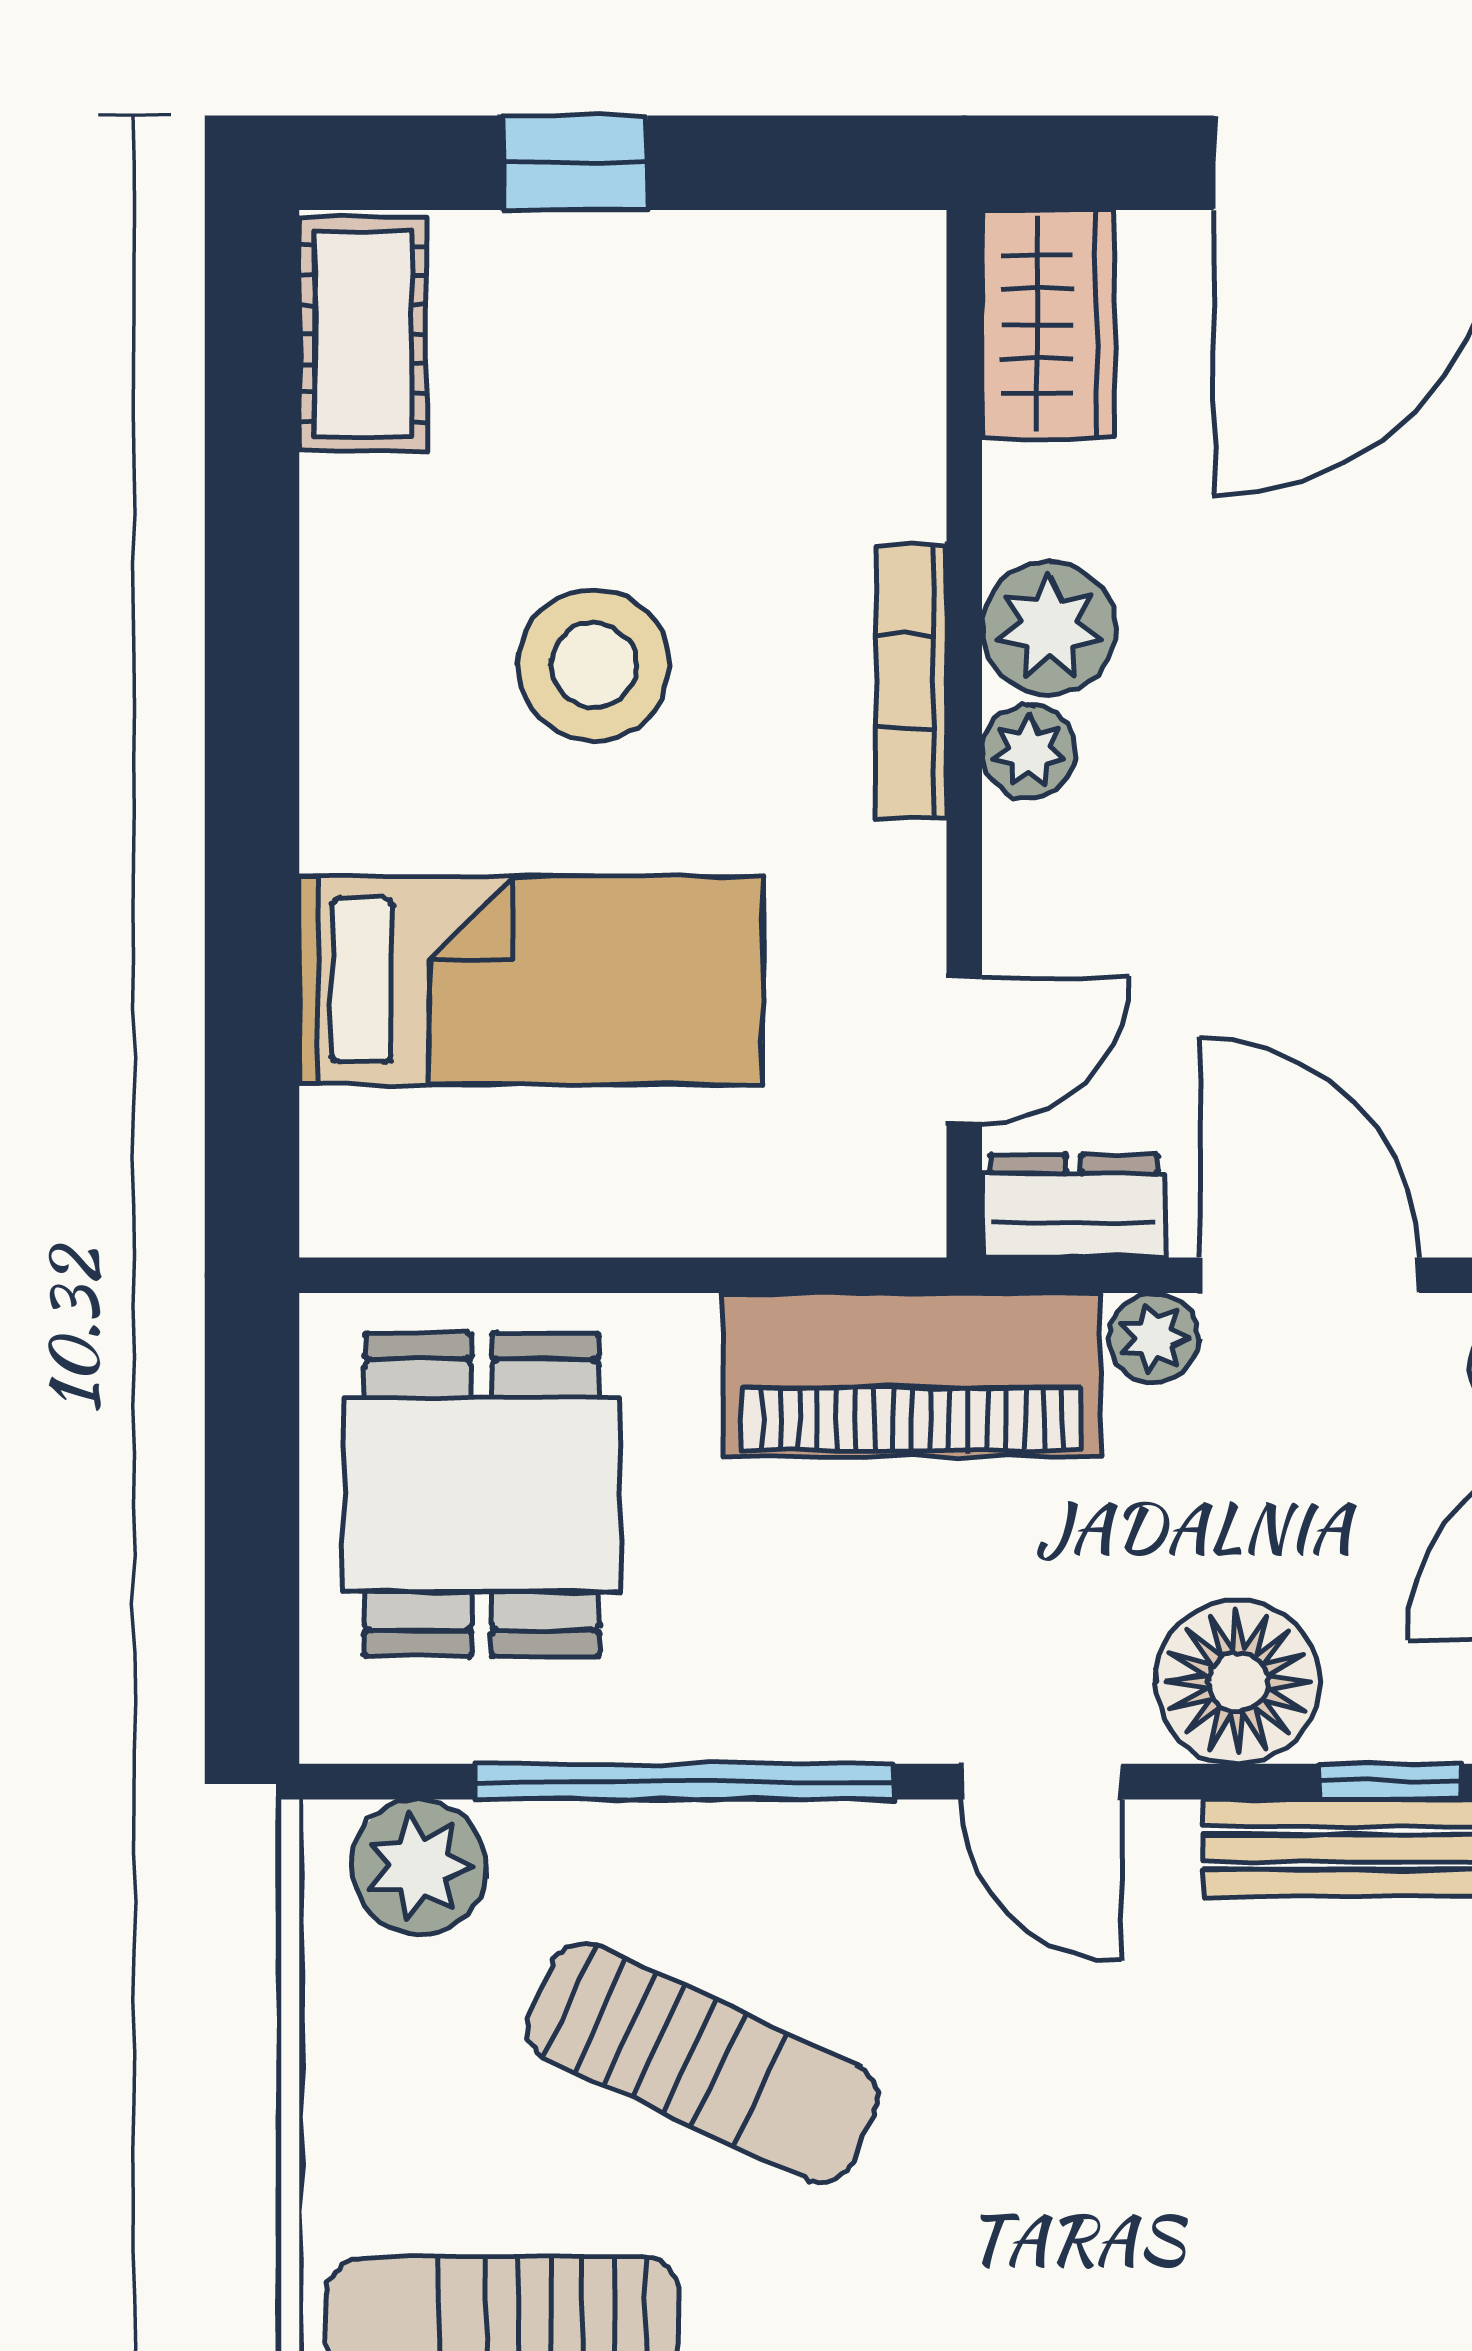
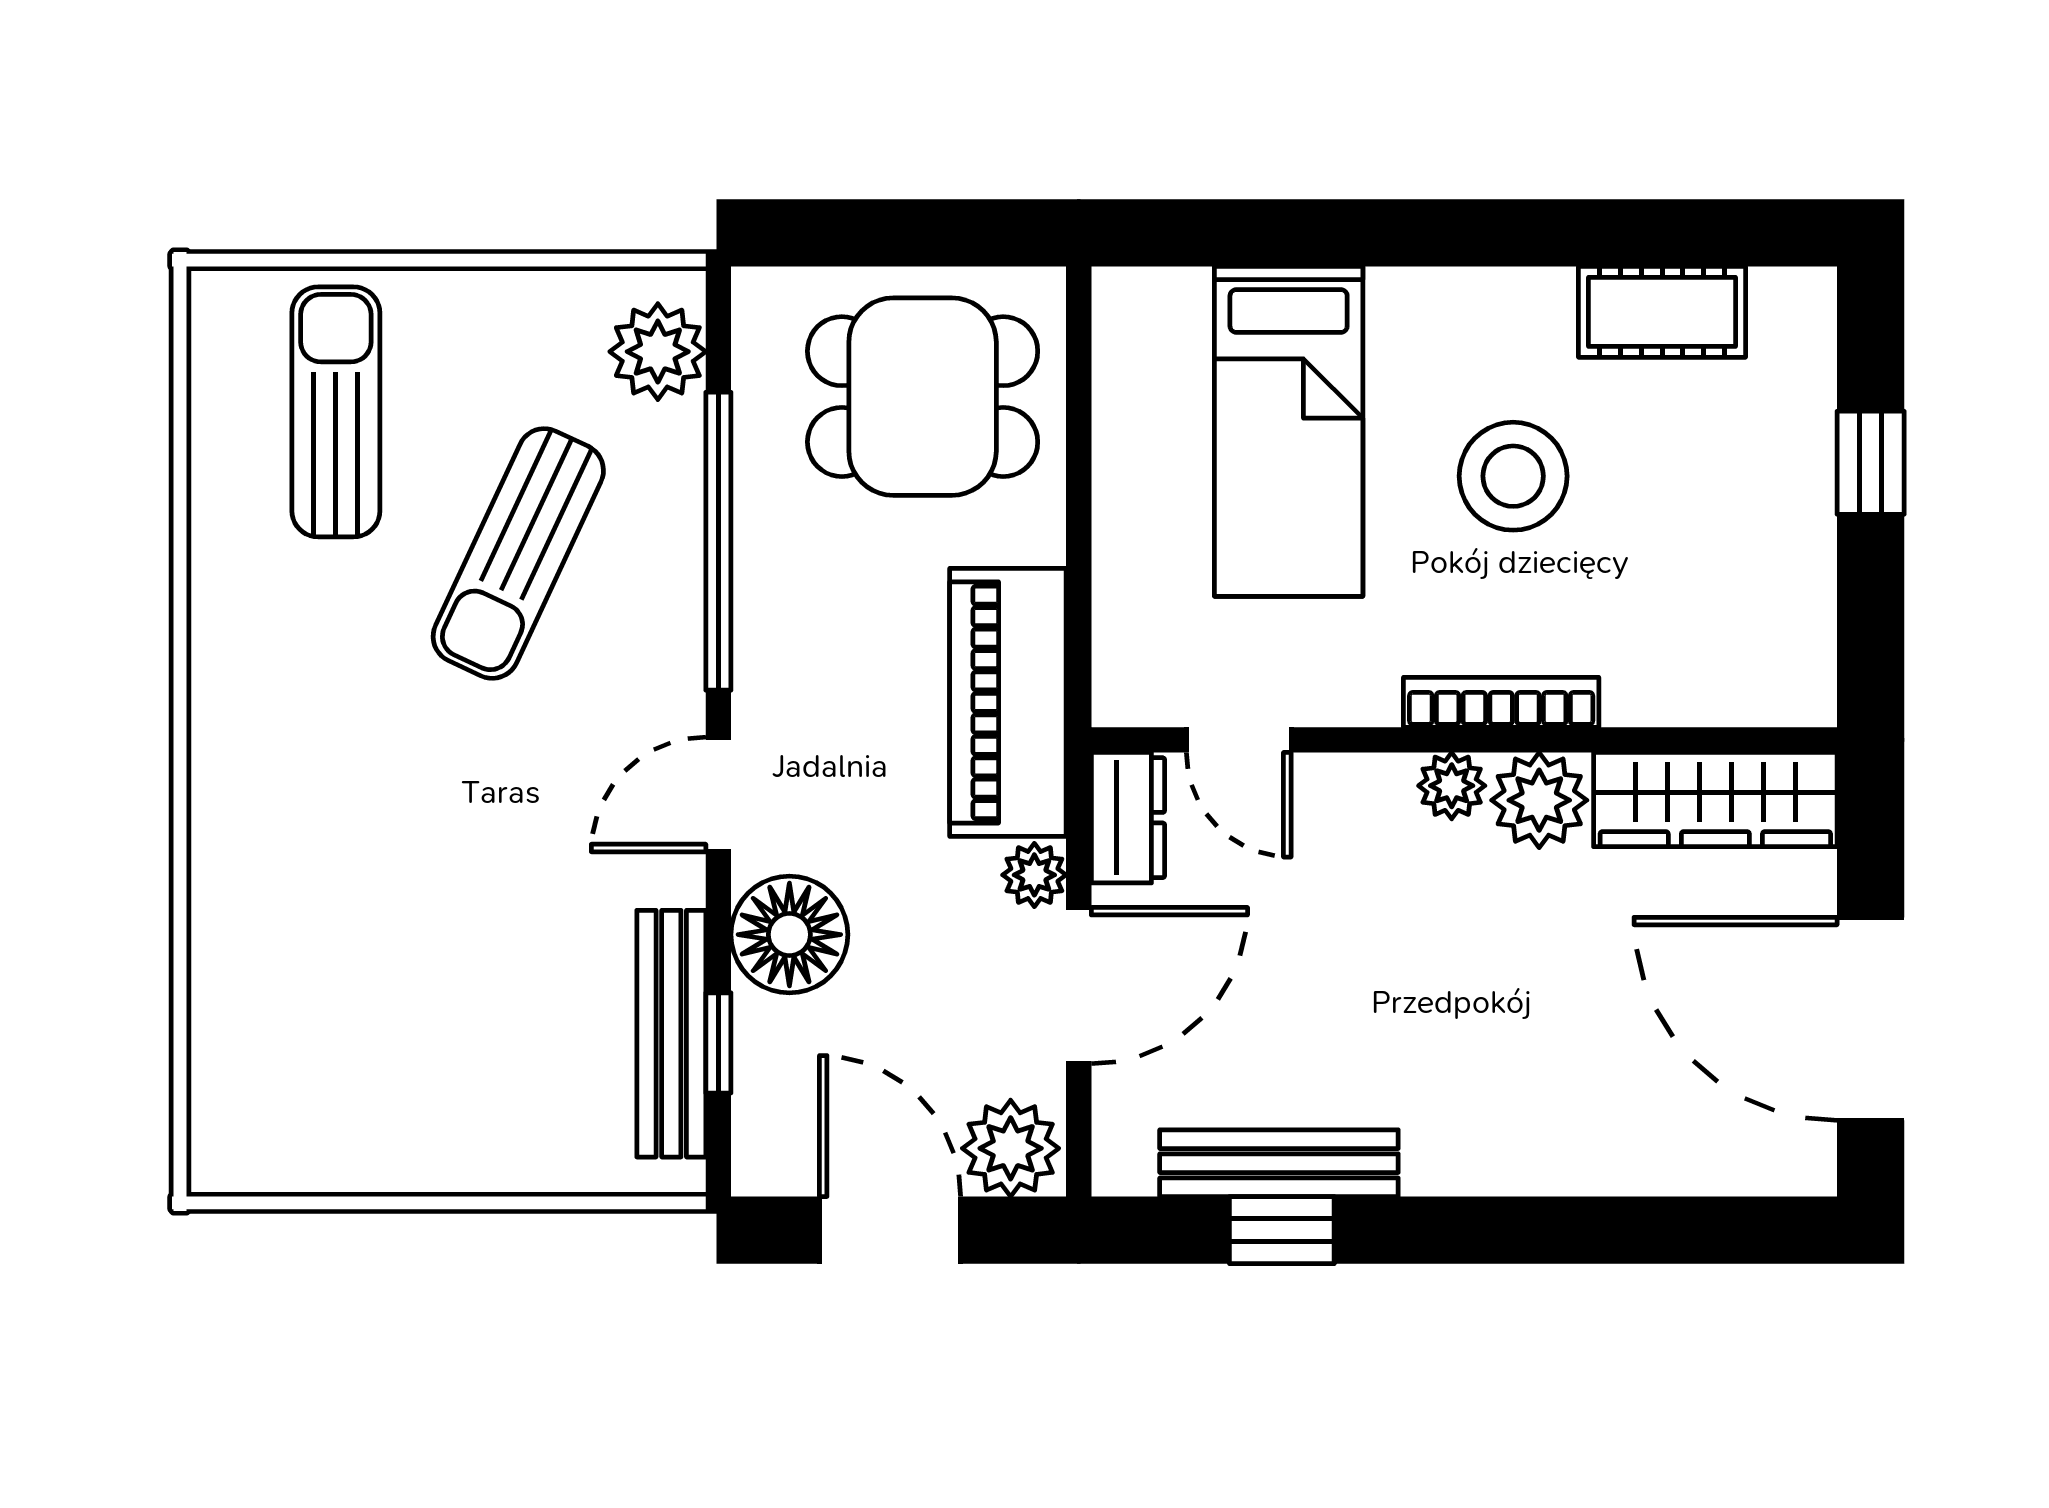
wardrobe: (1048, 324) -> (1715, 800), width x1.50
cot: (363, 334) -> (1662, 312), moved

